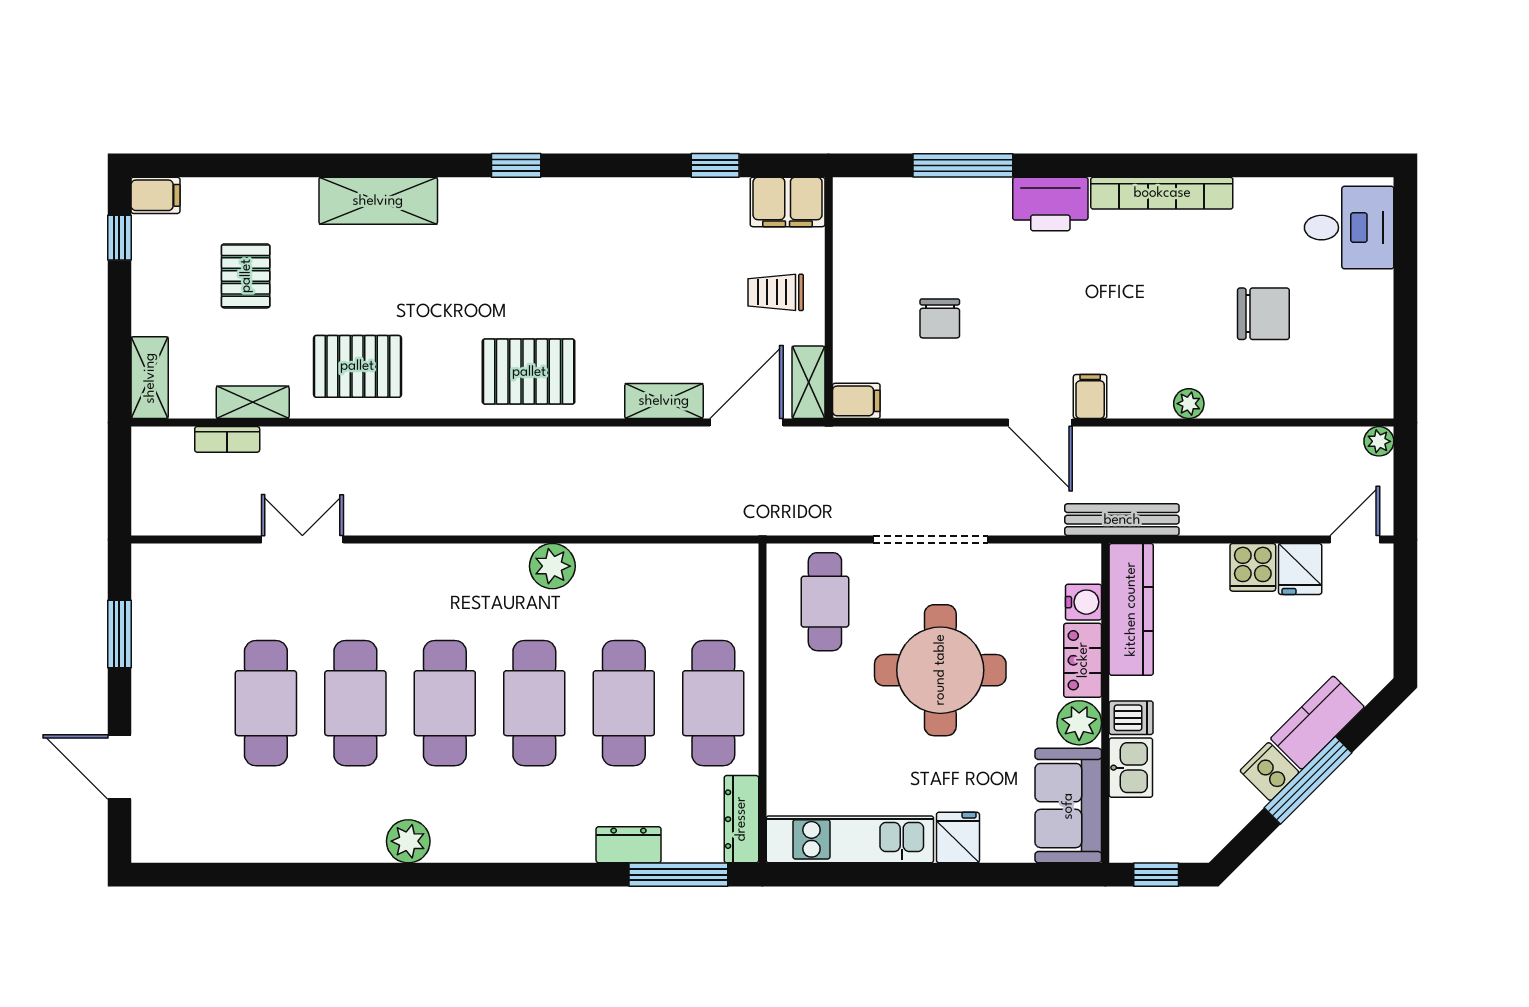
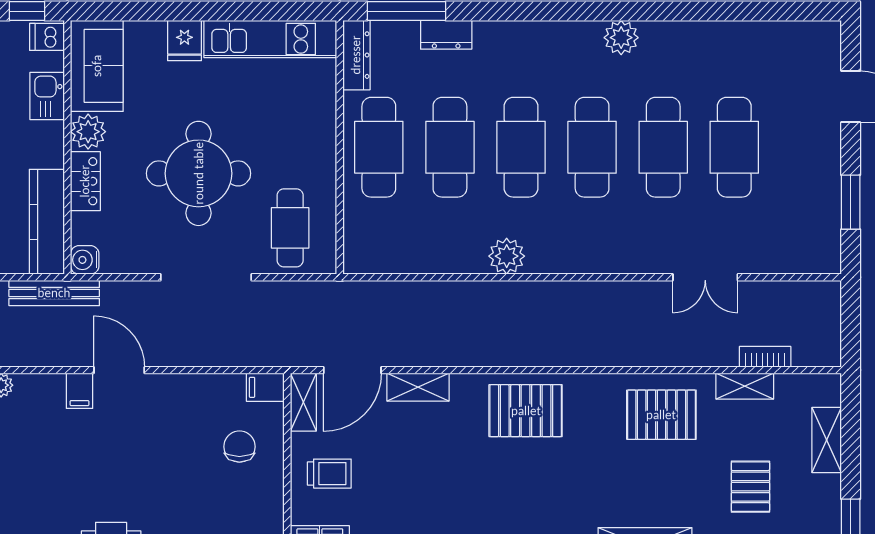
chair: (940, 318) -> (239, 447), moved
shelving: (150, 378) -> (827, 440), moved
water cooler: (1084, 602) -> (85, 260), moved
dishwasher: (1131, 718) -> (47, 37), moved

